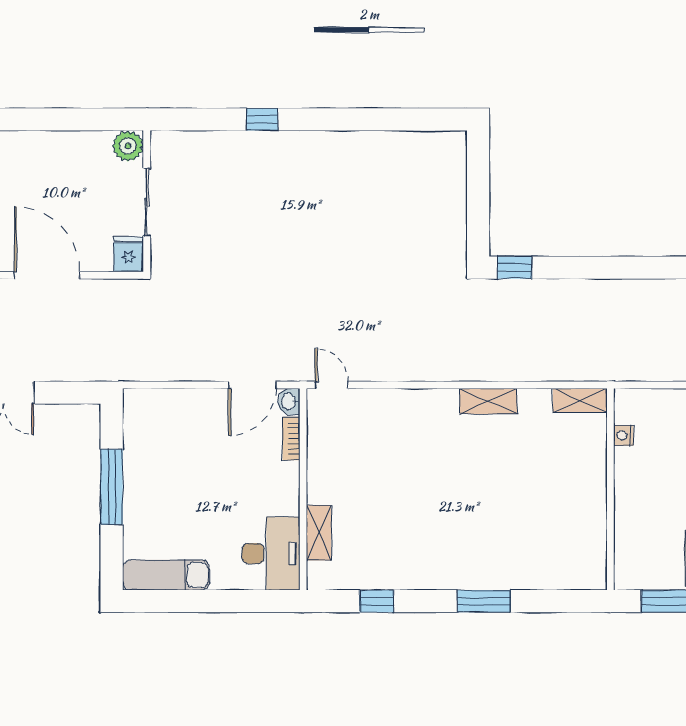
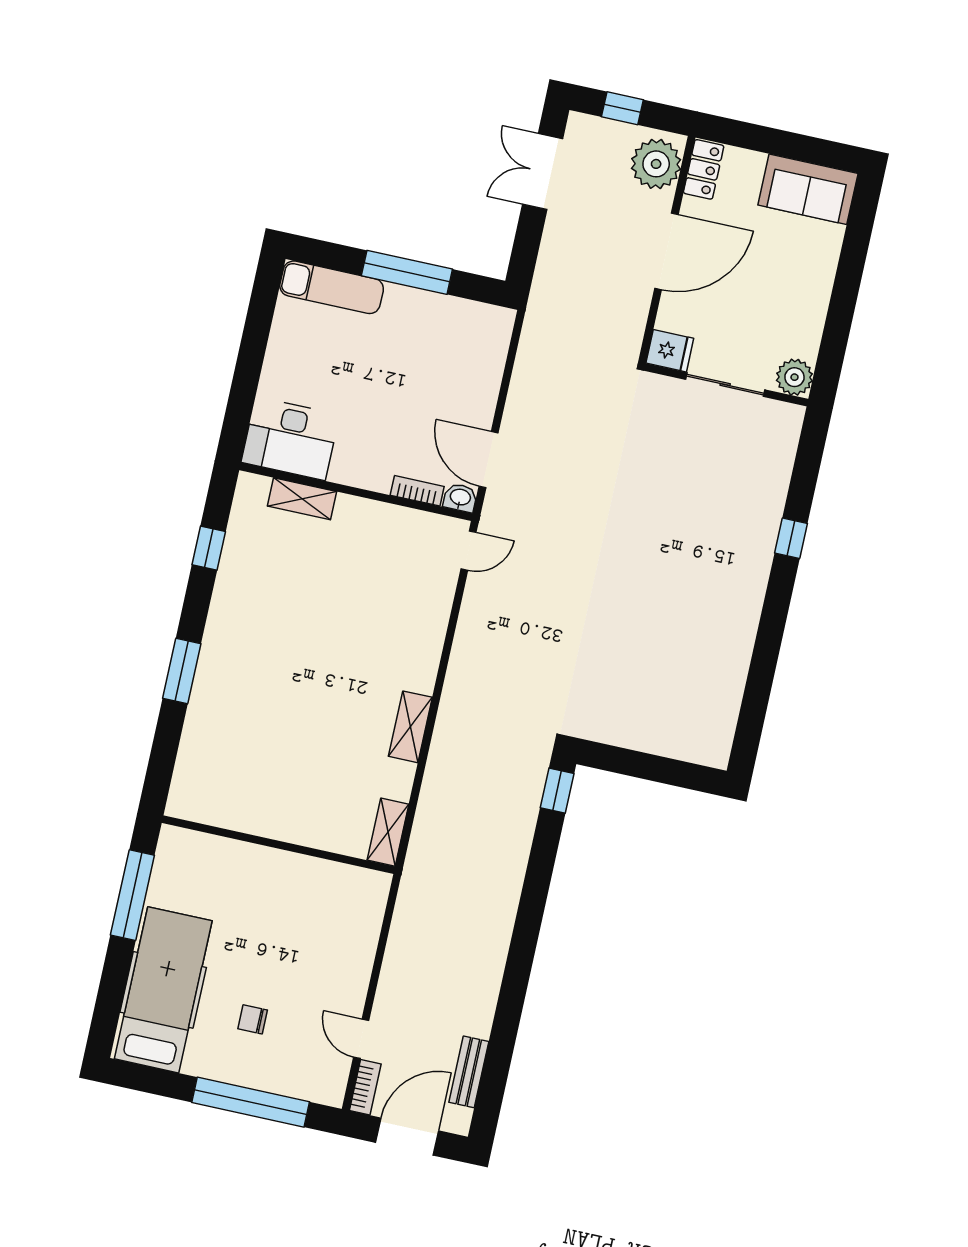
nightstand: (624, 435) -> (337, 873), removed
exam couch: (166, 575) -> (332, 287), moved, turned 90

